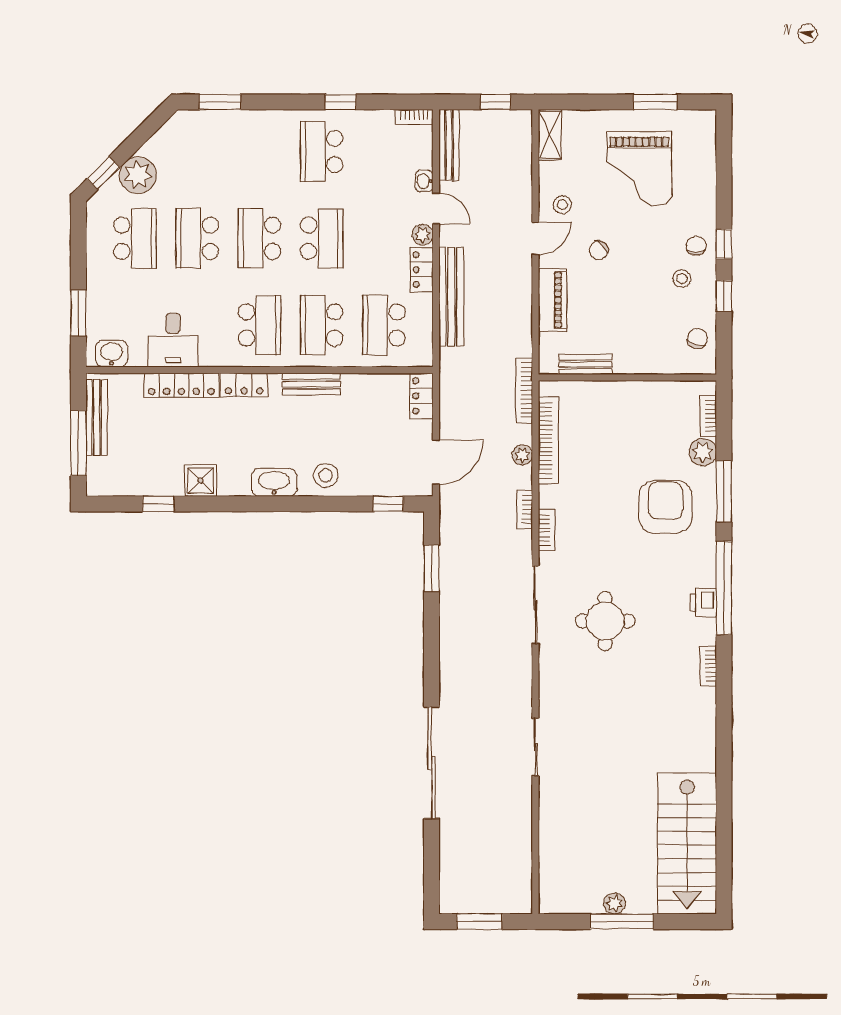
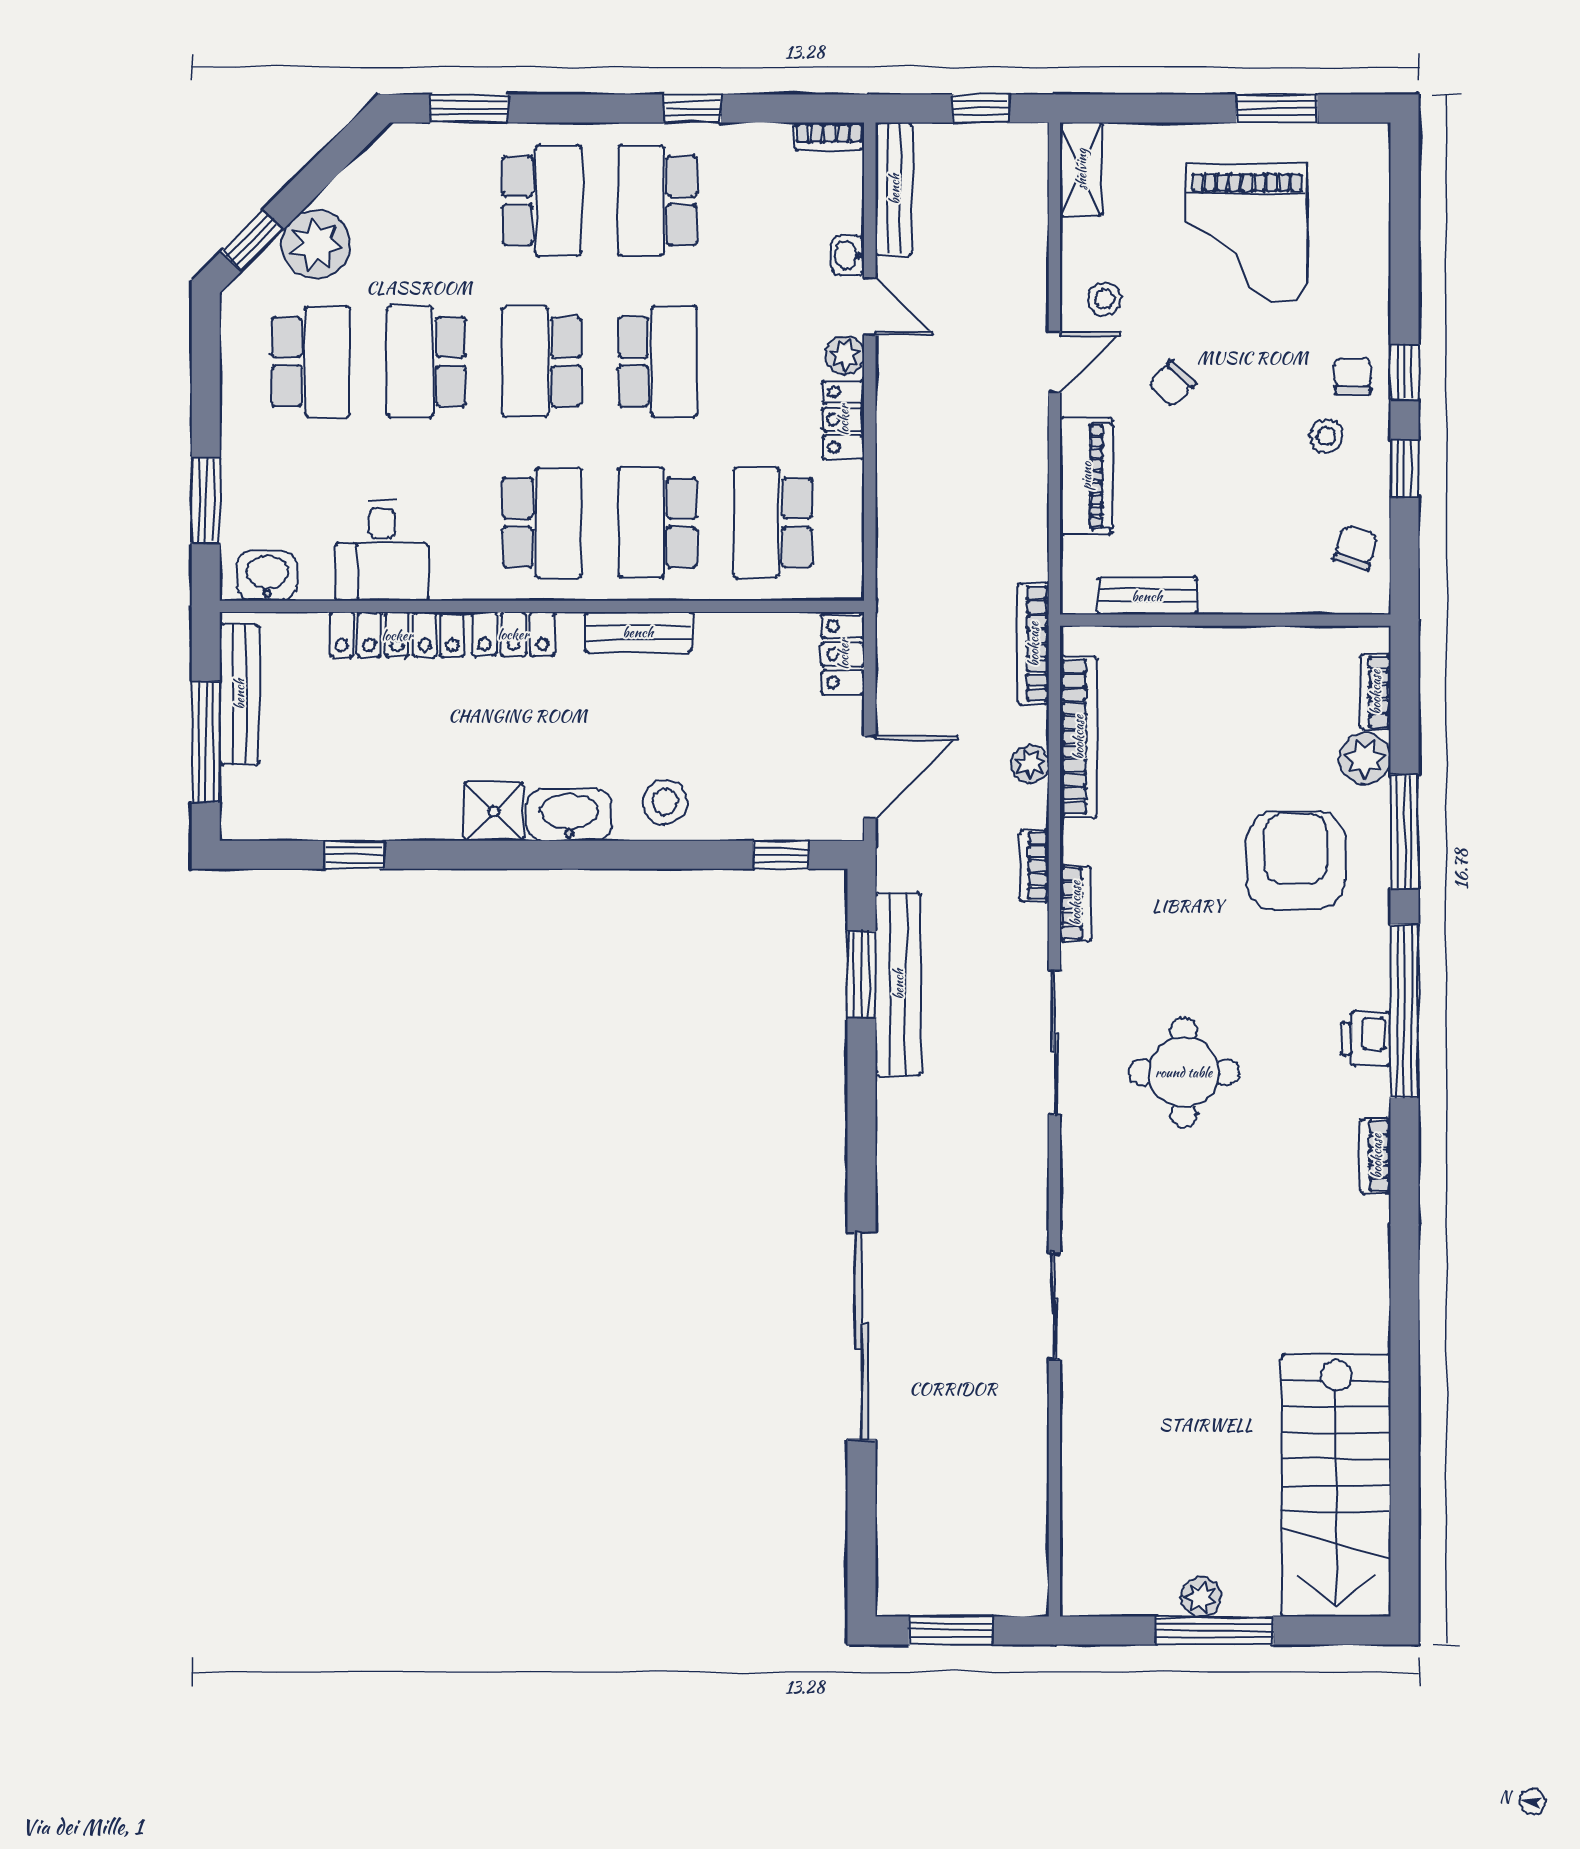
school desk: (259, 152) -> (542, 200), added
bench: (451, 297) -> (898, 984), moved
shower: (200, 481) -> (494, 811), moved

